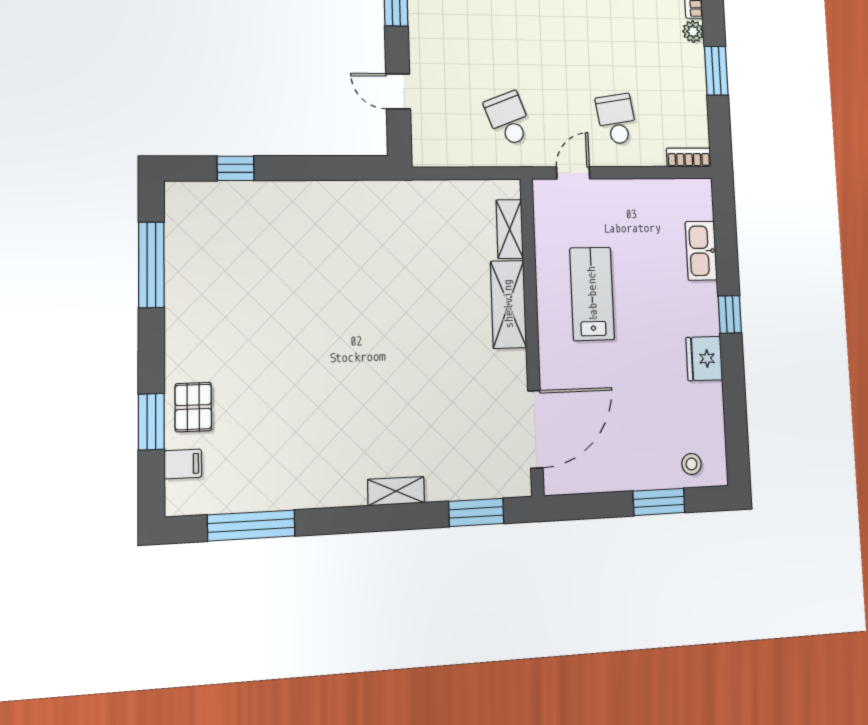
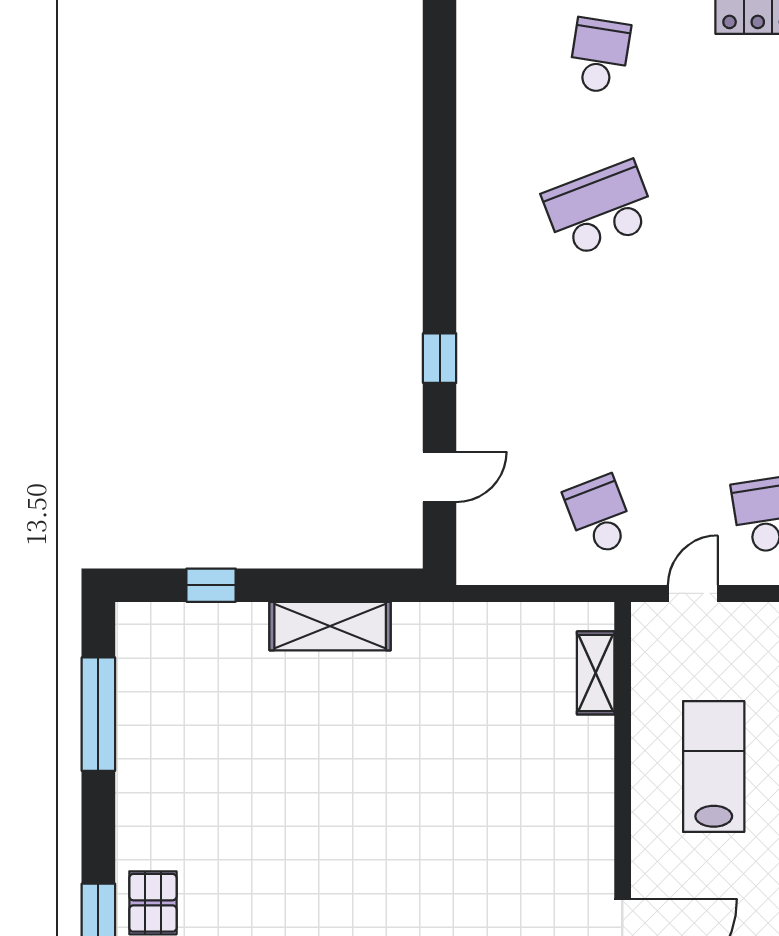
door: (398, 91) -> (440, 477), swing flipped
shelving: (508, 304) -> (330, 626), moved, turned 90

